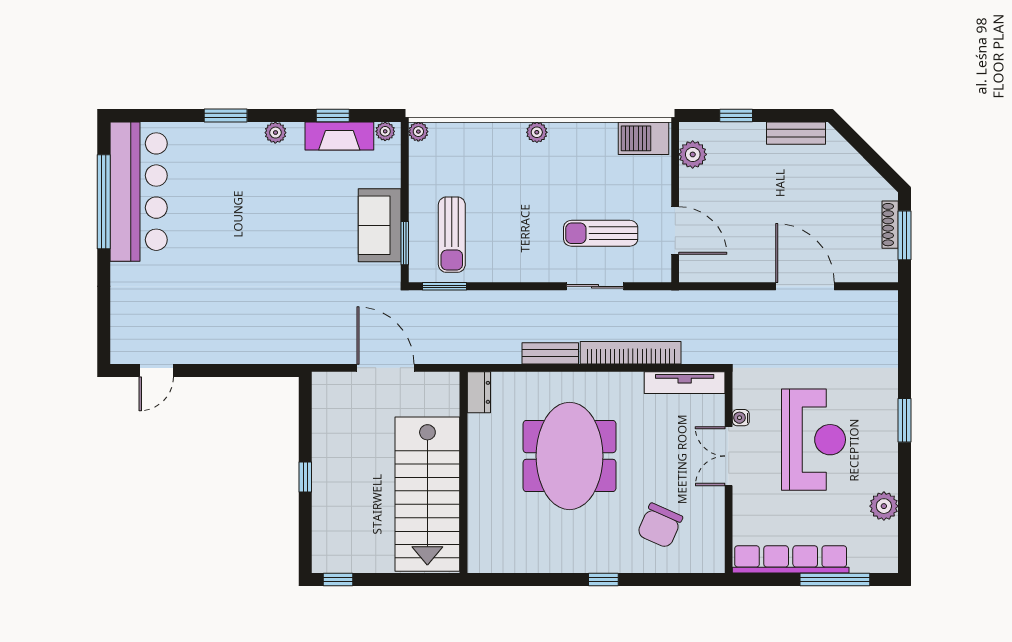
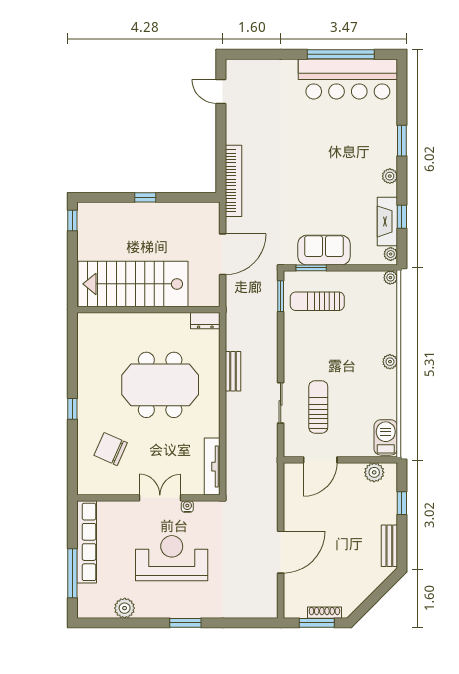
bookcase: (631, 353) -> (233, 181), moved
reception desk: (813, 440) -> (172, 558), turned 180

